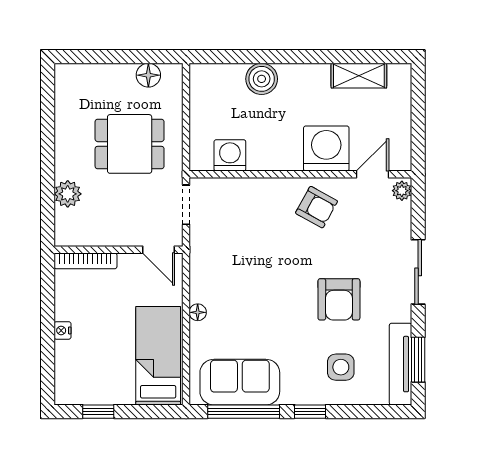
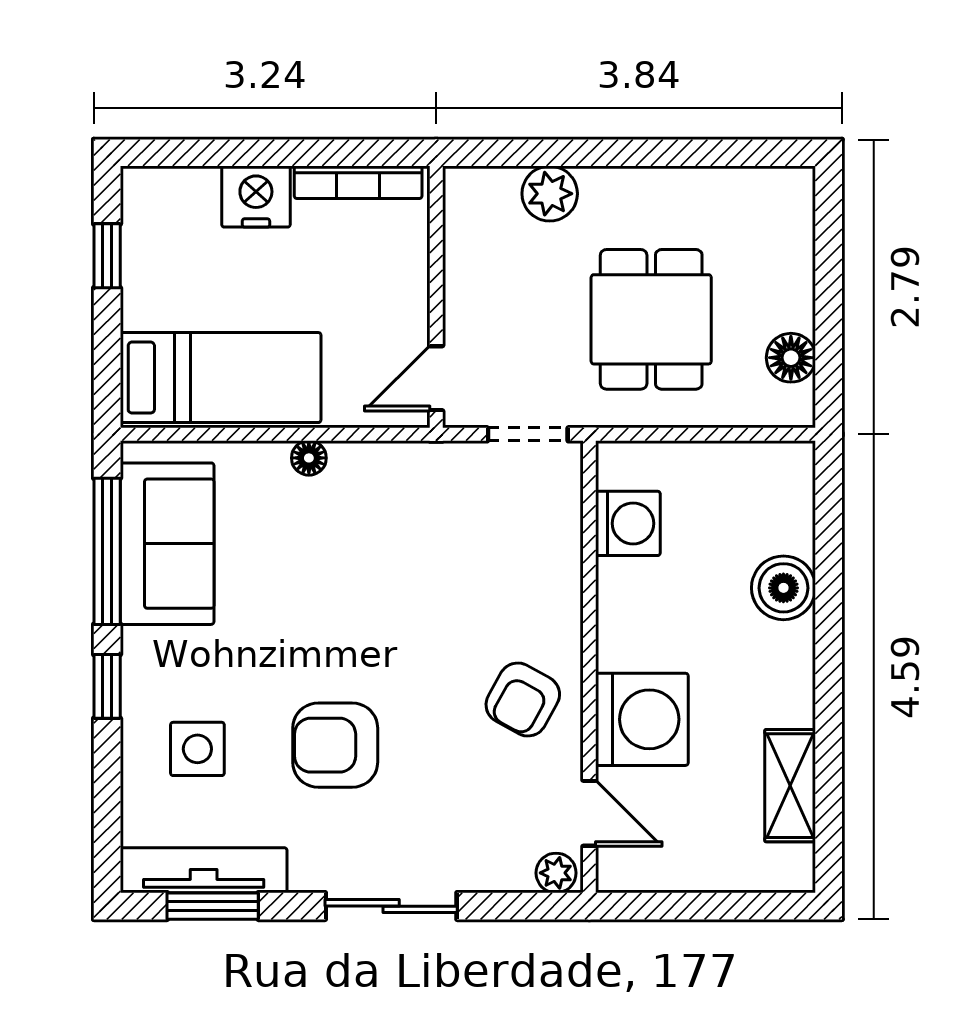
bookcase: (85, 261) -> (358, 182), moved, turned -90
nightstand: (62, 330) -> (256, 197), width x1.89, depth x1.79

